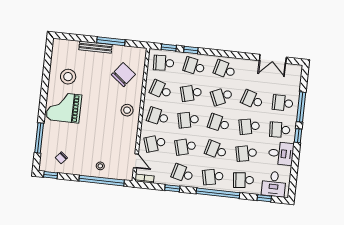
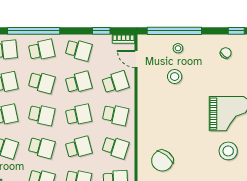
school desk: (222, 96) -> (42, 147), turned 39
stool: (127, 110) -> (175, 77), moved
window: (172, 188) -> (101, 31), moved

